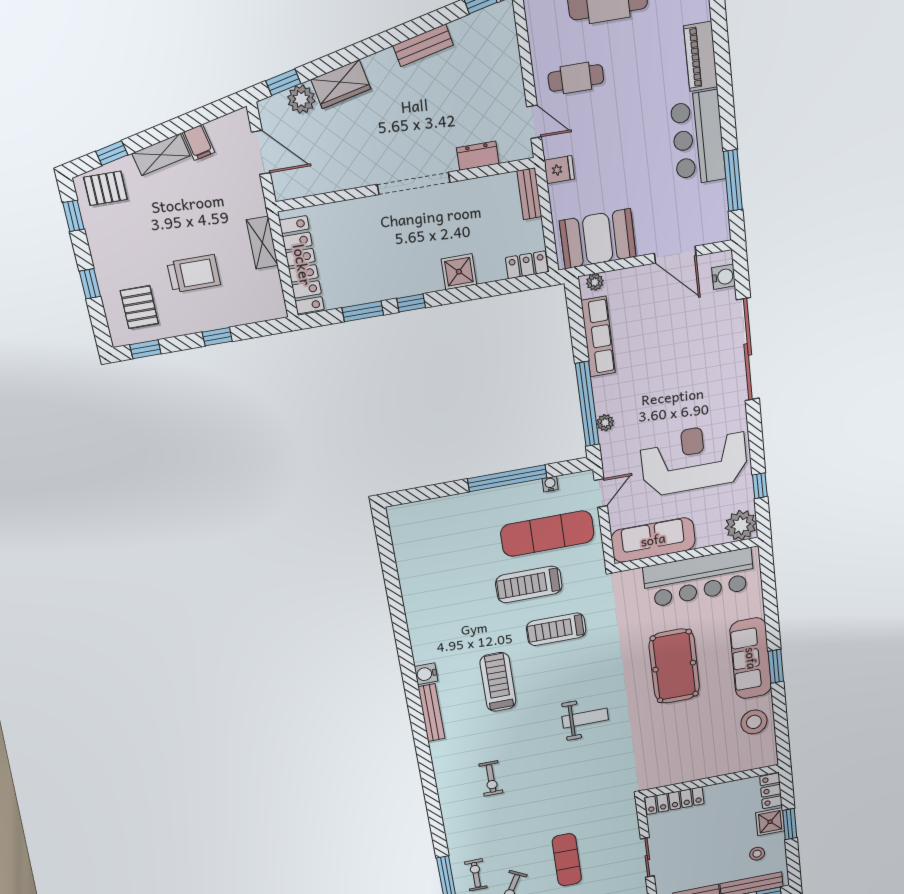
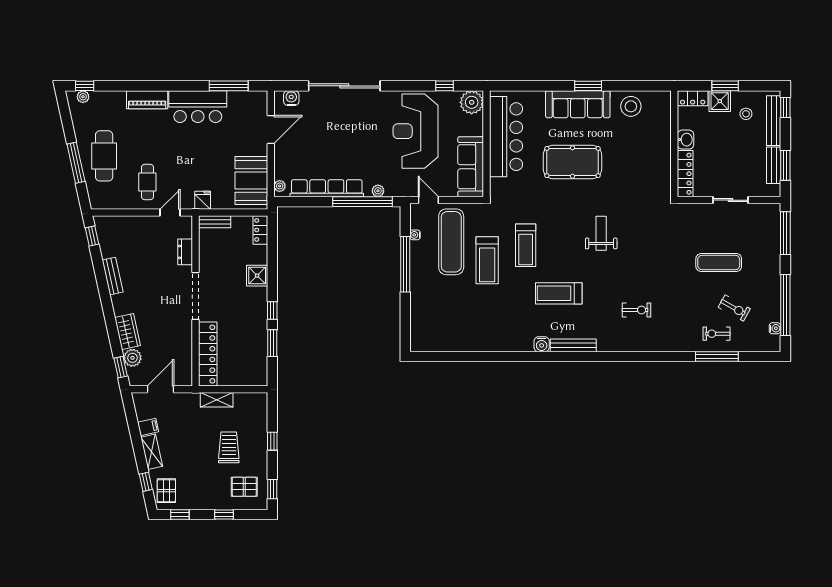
locker: (302, 265) -> (208, 354), moved, turned 90
row of seats: (598, 337) -> (327, 188), width x1.36
washbasin: (718, 793) -> (686, 140), added

